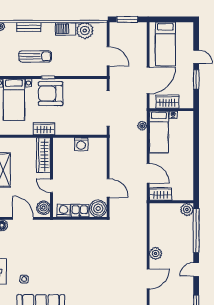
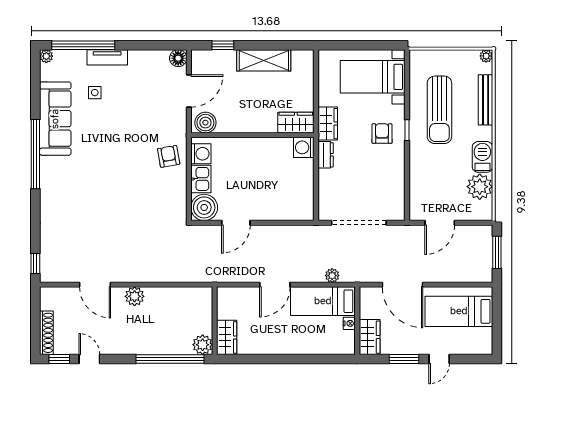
bench: (29, 27) -> (486, 100), width x1.36
sun lounger: (35, 56) -> (439, 110), width x1.36, depth x1.34
armchair: (51, 94) -> (382, 134), width x0.53, depth x0.53
wardrobe: (167, 102) -> (370, 337), moved
dresser: (64, 130) -> (326, 155), added
washing machine: (81, 144) -> (304, 147), moved
wardrobe: (43, 155) -> (296, 123), width x0.67
door: (148, 173) -> (275, 285), moved
door: (52, 186) -> (239, 135), removed
wardrobe: (161, 194) -> (227, 337), moved
armchair: (65, 231) -> (169, 156), added
door: (196, 269) -> (89, 359), moved

